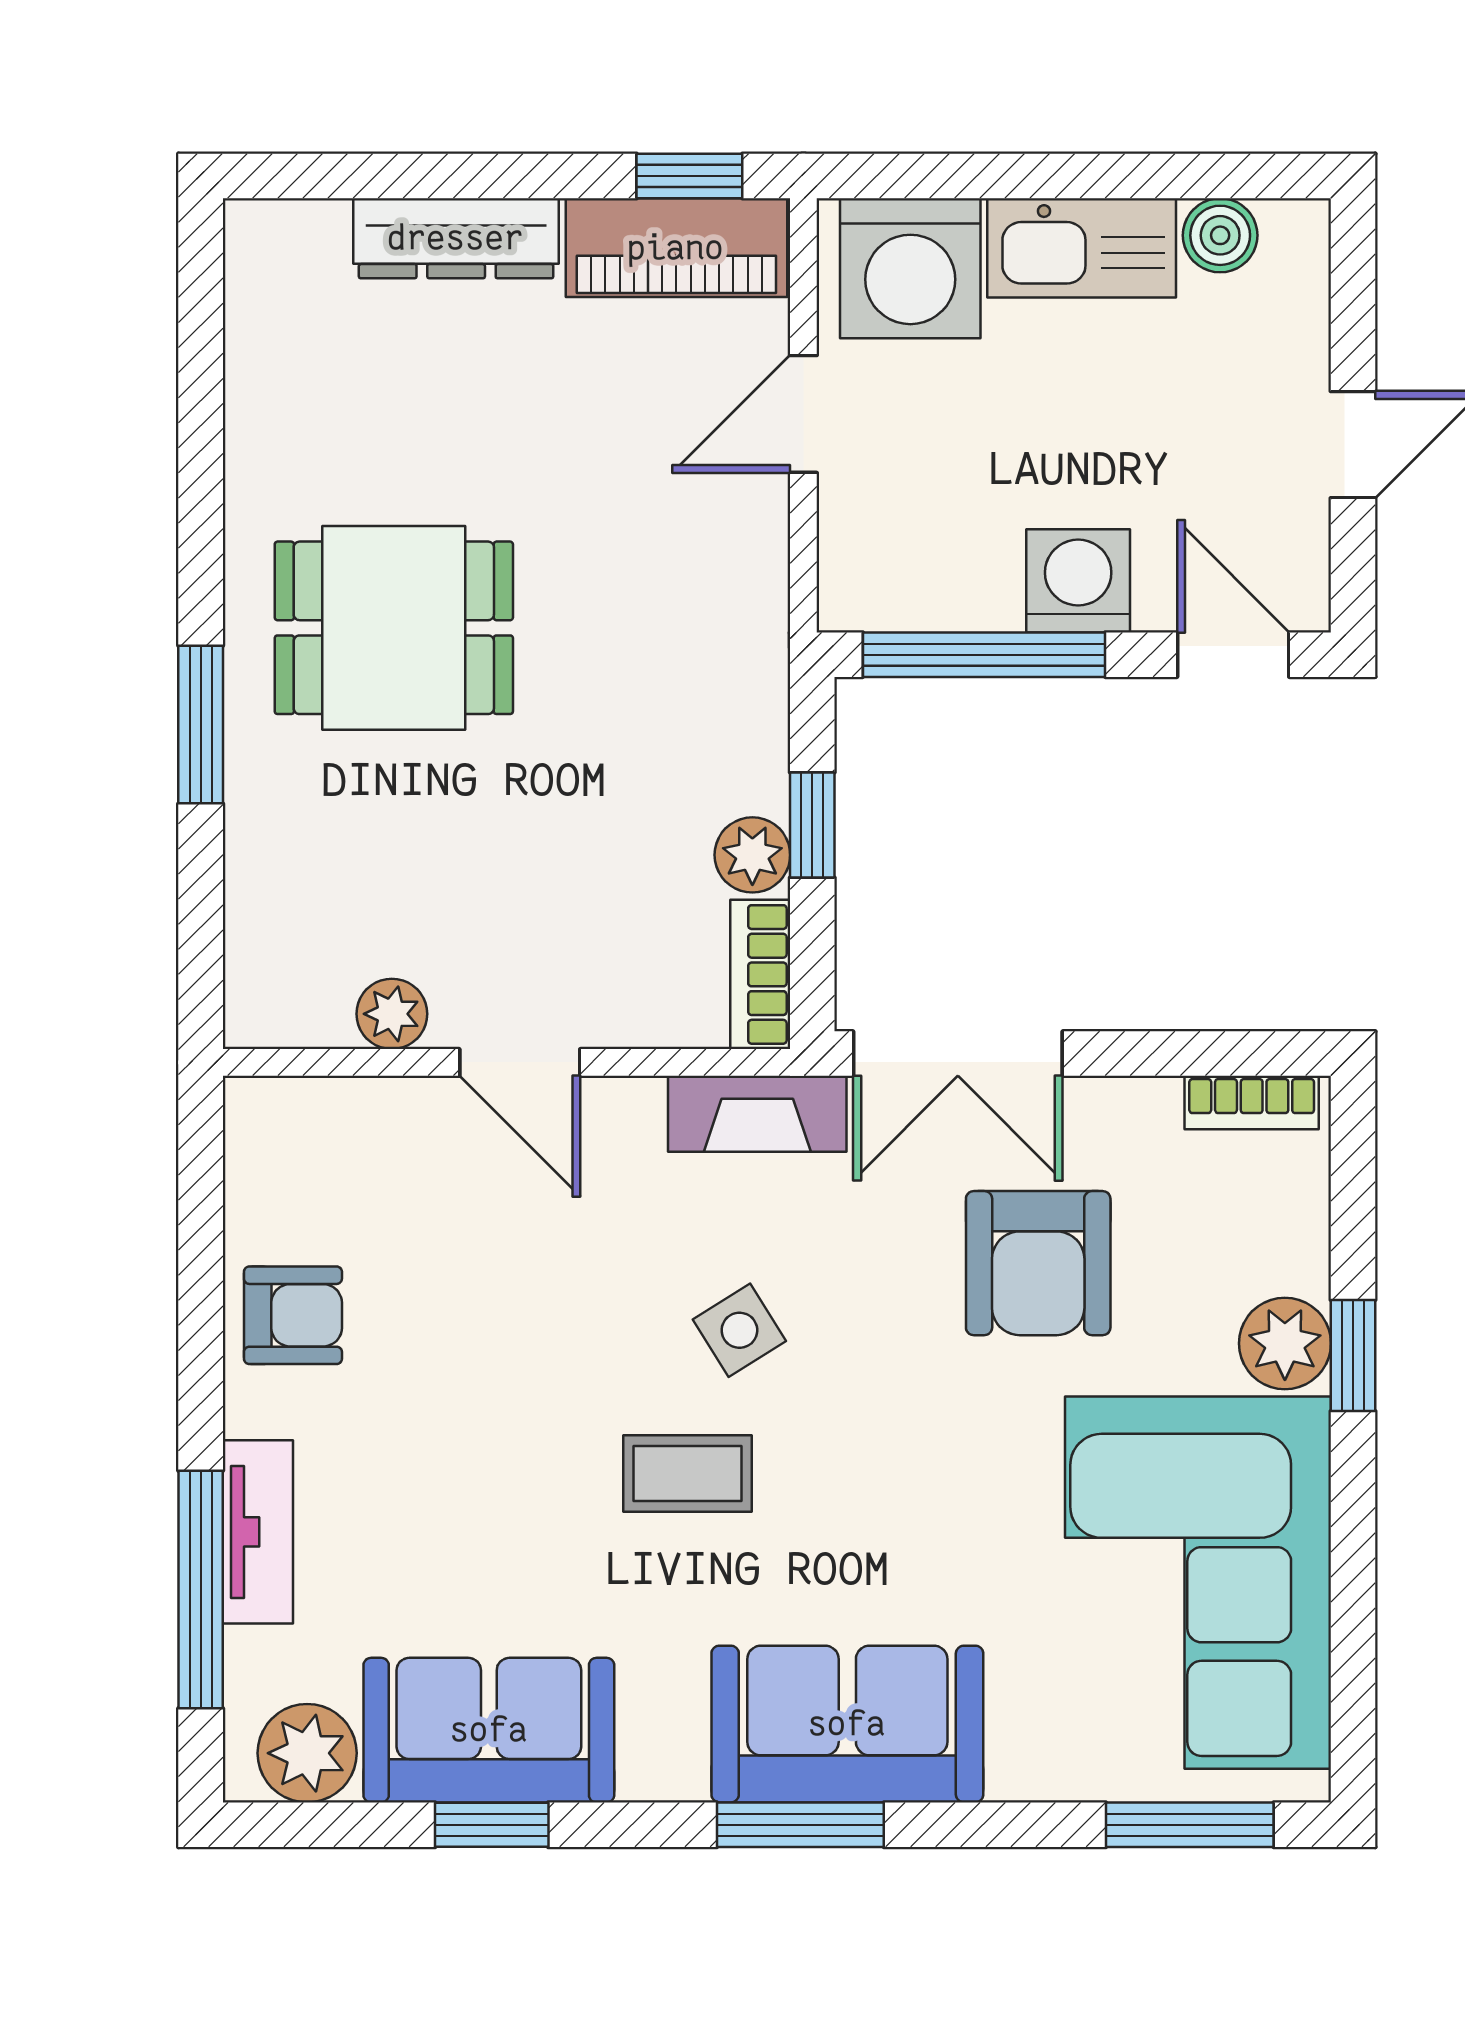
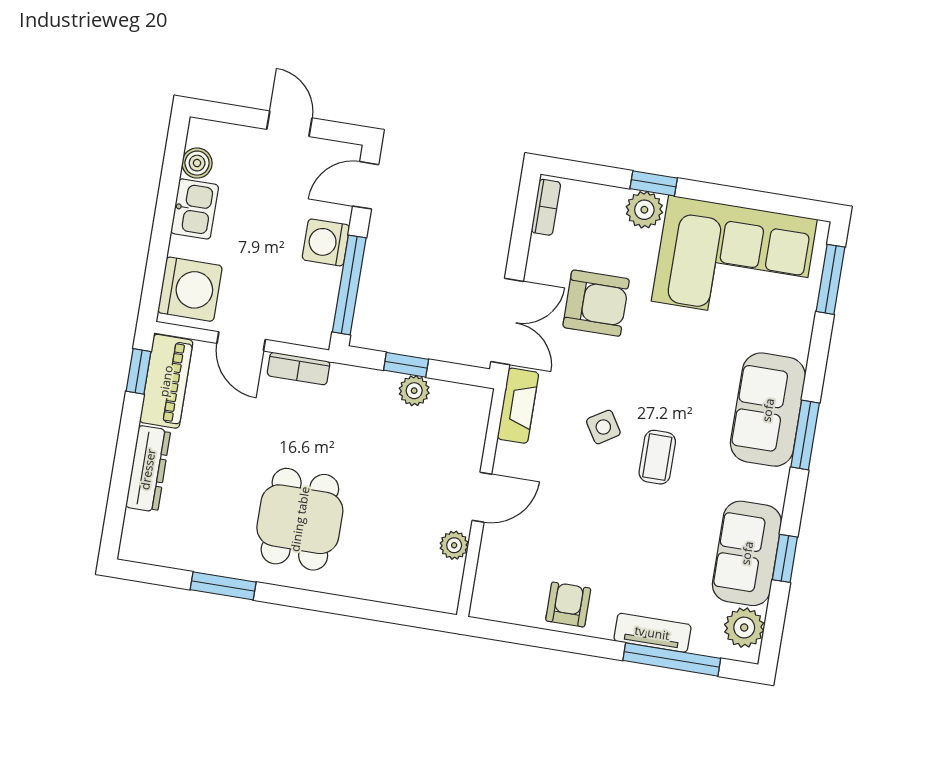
kitchen sink: (1082, 248) -> (195, 209), width x0.73
window: (201, 725) -> (223, 586), moved
bookcase: (760, 974) -> (299, 369), moved

